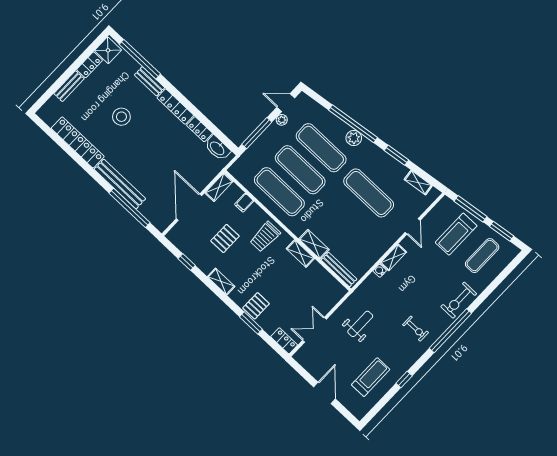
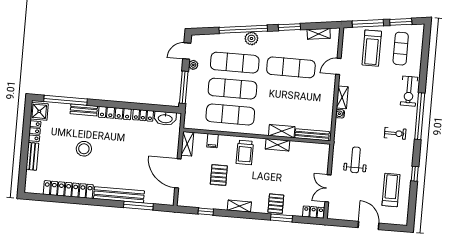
window: (130, 208) -> (138, 206), width x0.68
door: (413, 226) -> (338, 66), swing flipped

